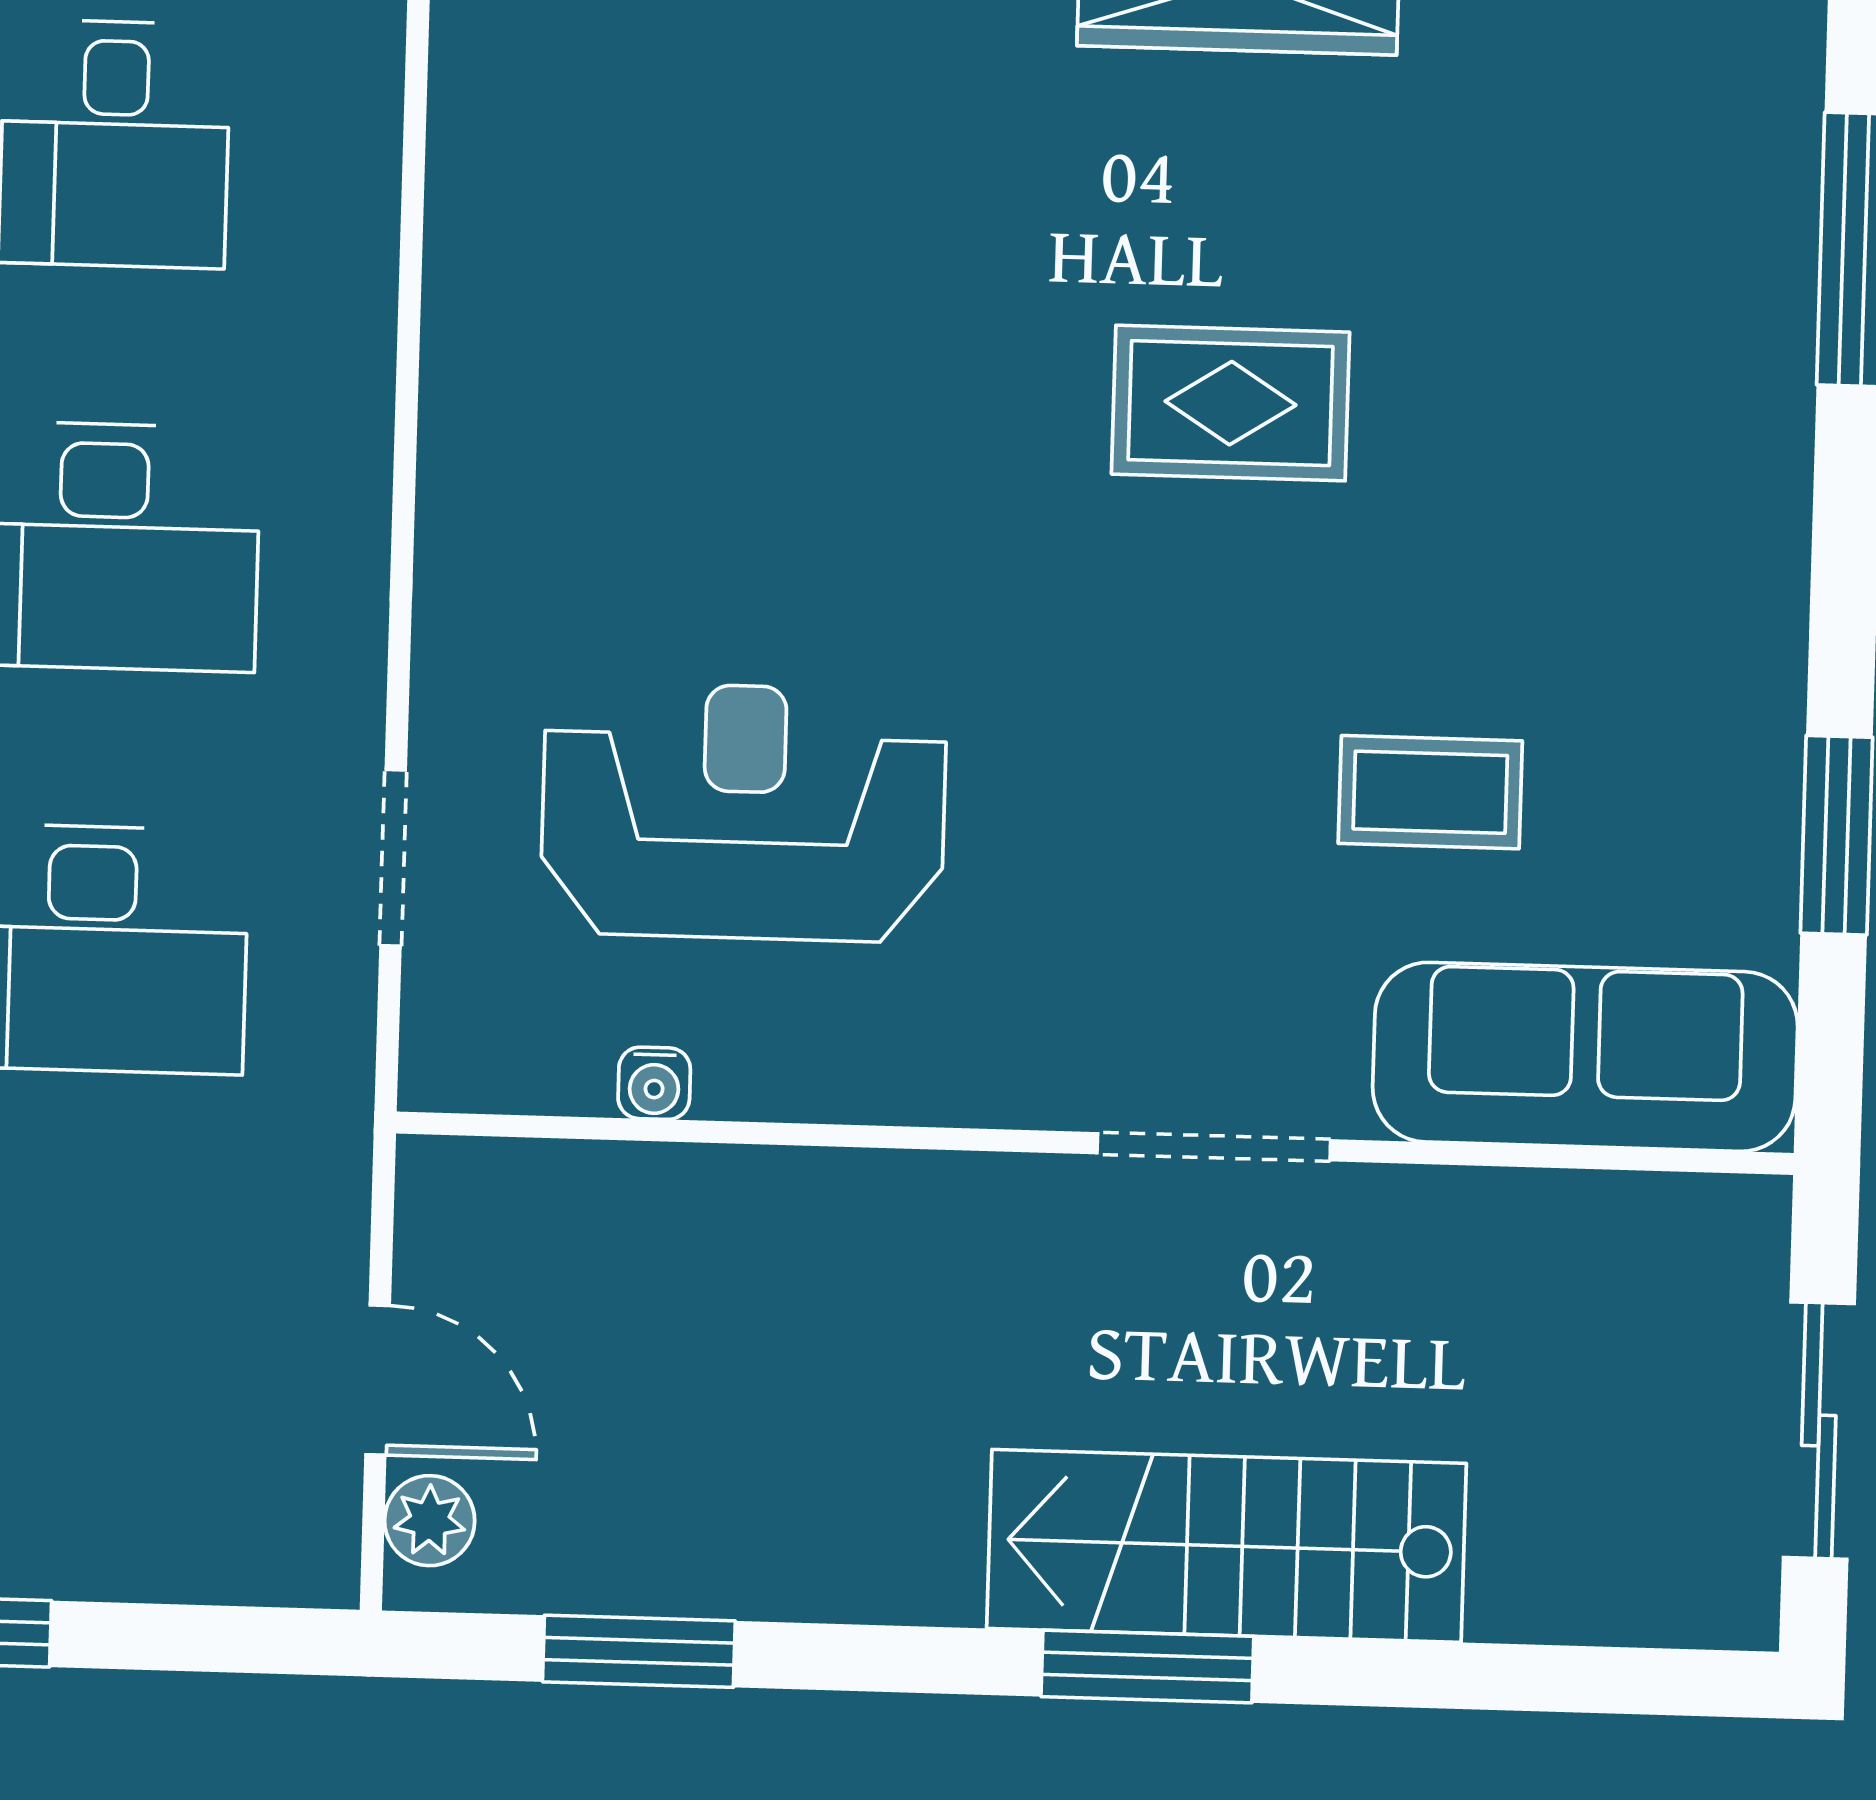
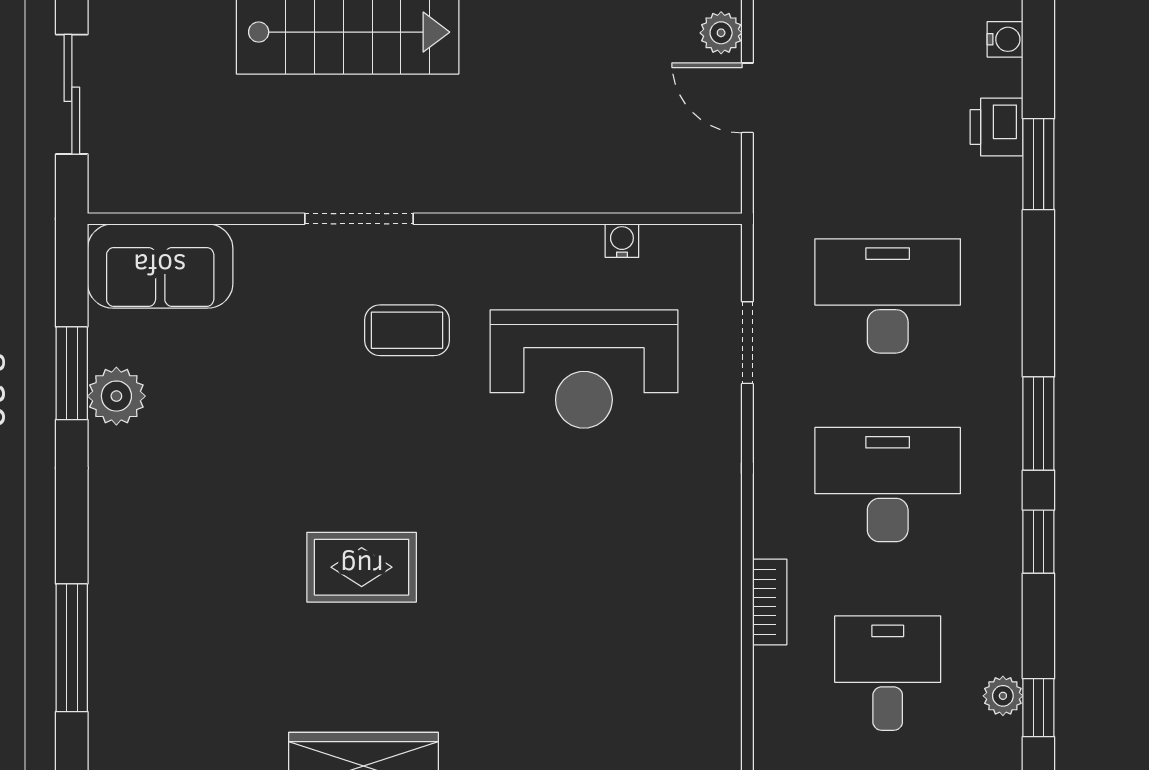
bookcase: (362, 303) -> (770, 602), added
plant: (1743, 784) -> (116, 396), added
coffee table: (1430, 792) -> (407, 330), moved
sofa: (1585, 1057) -> (160, 266), width x0.73

